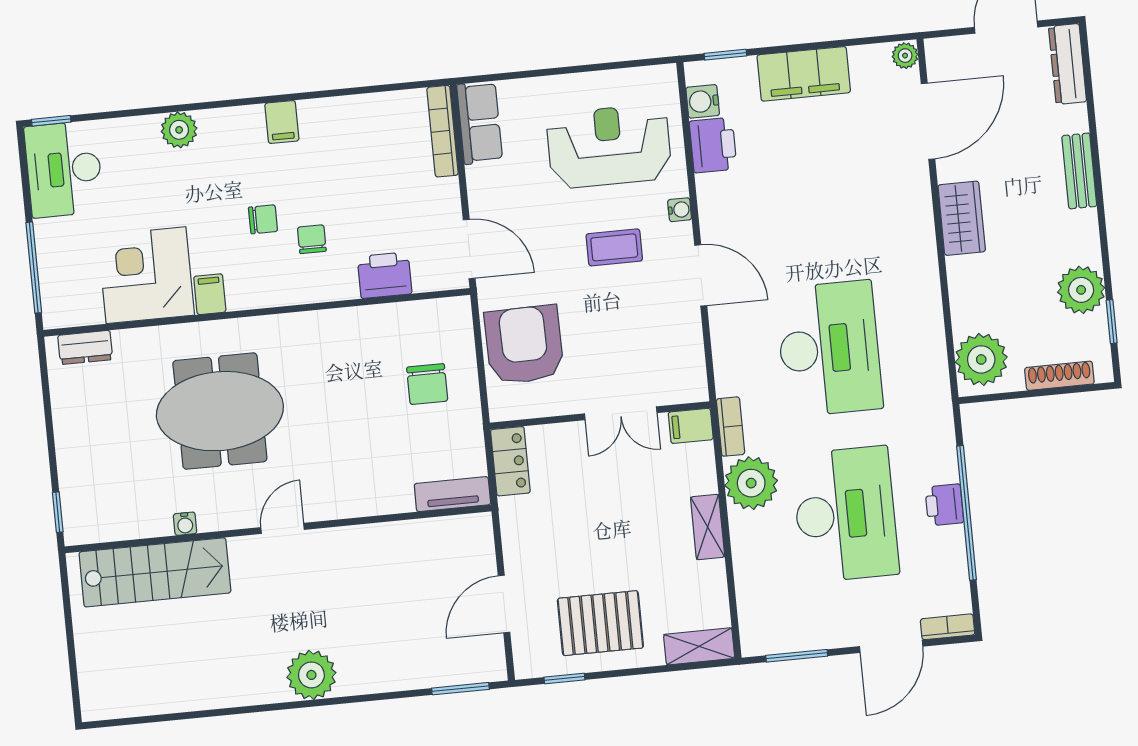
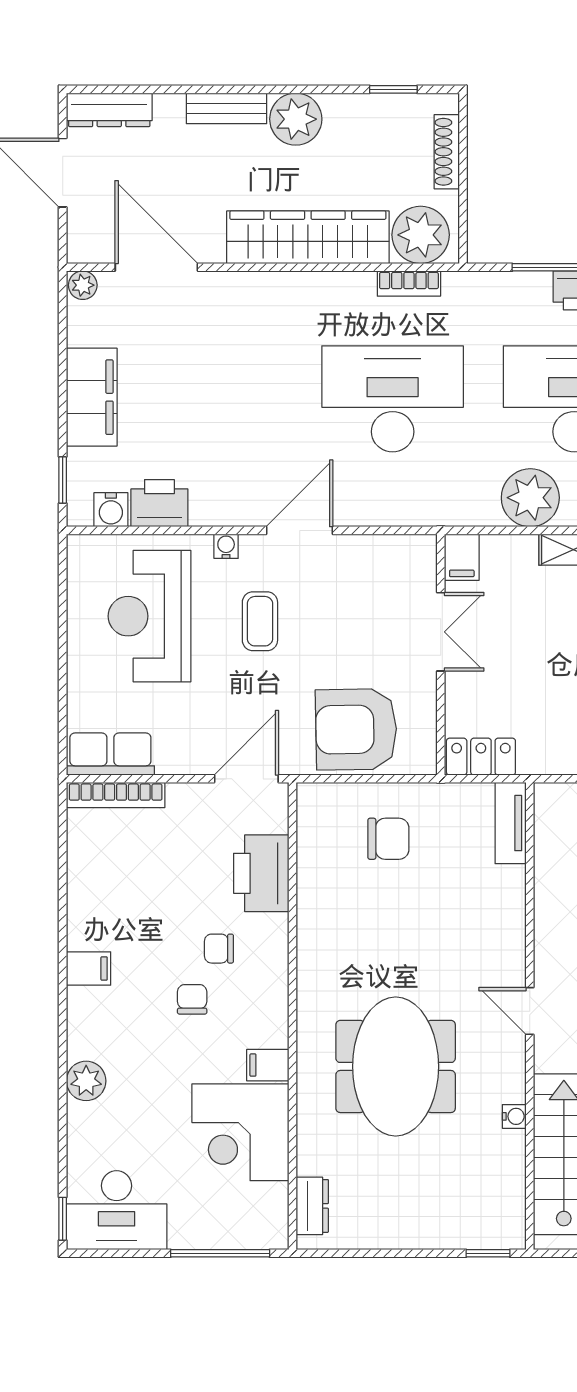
wardrobe: (962, 218) -> (308, 237), width x2.10, depth x1.17
printer: (385, 275) -> (261, 873), width x1.37, depth x1.19
plant: (1081, 290) -> (296, 119), moved
bookcase: (731, 427) -> (409, 284), moved, turned 180

